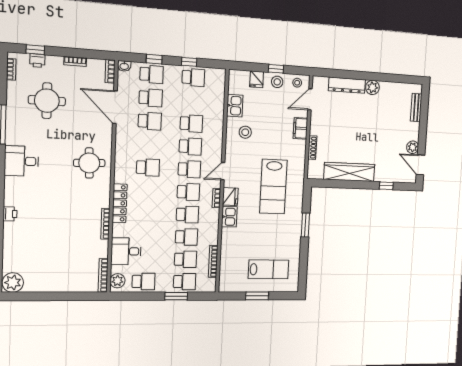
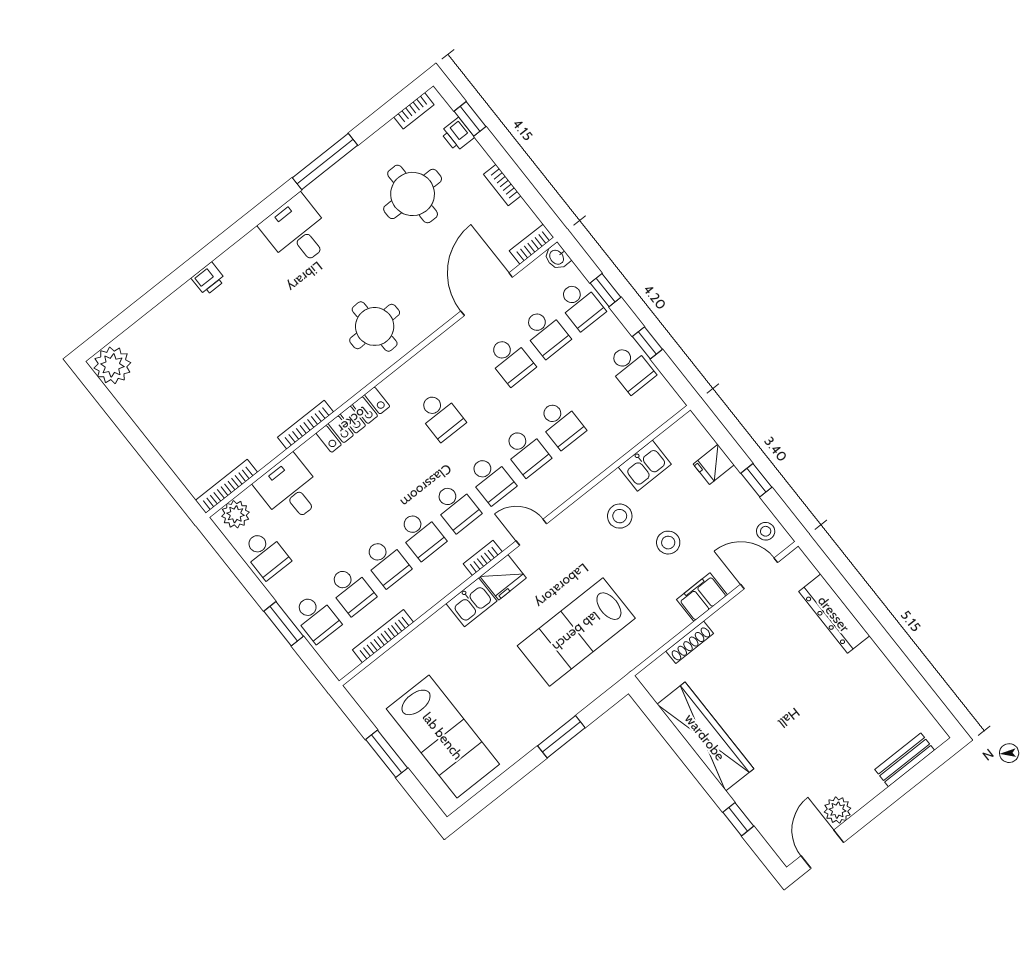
stool: (277, 82) -> (668, 543), moved
plant: (372, 87) -> (869, 658), removed
lab bench: (269, 269) -> (443, 736), width x1.36, depth x1.39

